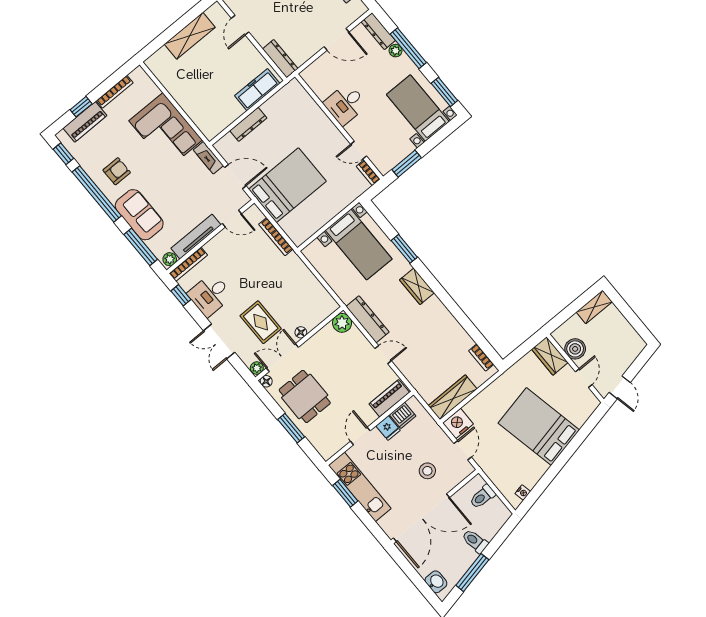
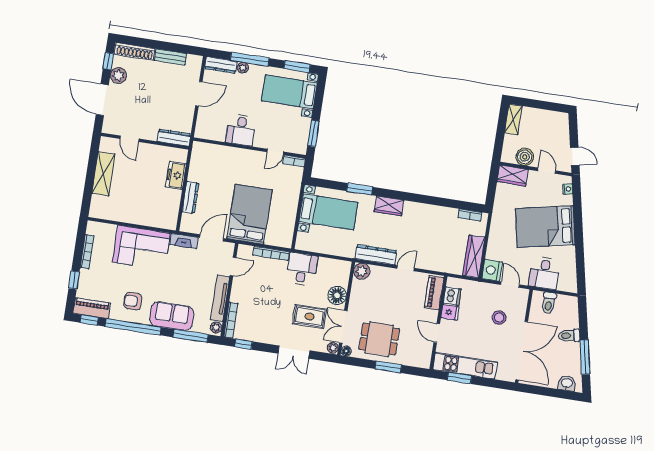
freezer: (257, 90) -> (176, 175), width x0.71
piano: (85, 122) -> (92, 308), moved, turned -90
armchair: (117, 171) -> (133, 301), turned -90
desk: (210, 295) -> (302, 269), moved, turned 180
floor lamp: (301, 332) -> (337, 295), width x1.89, depth x1.89
desk: (502, 467) -> (544, 273), added
nightstand: (523, 492) -> (568, 189), moved

